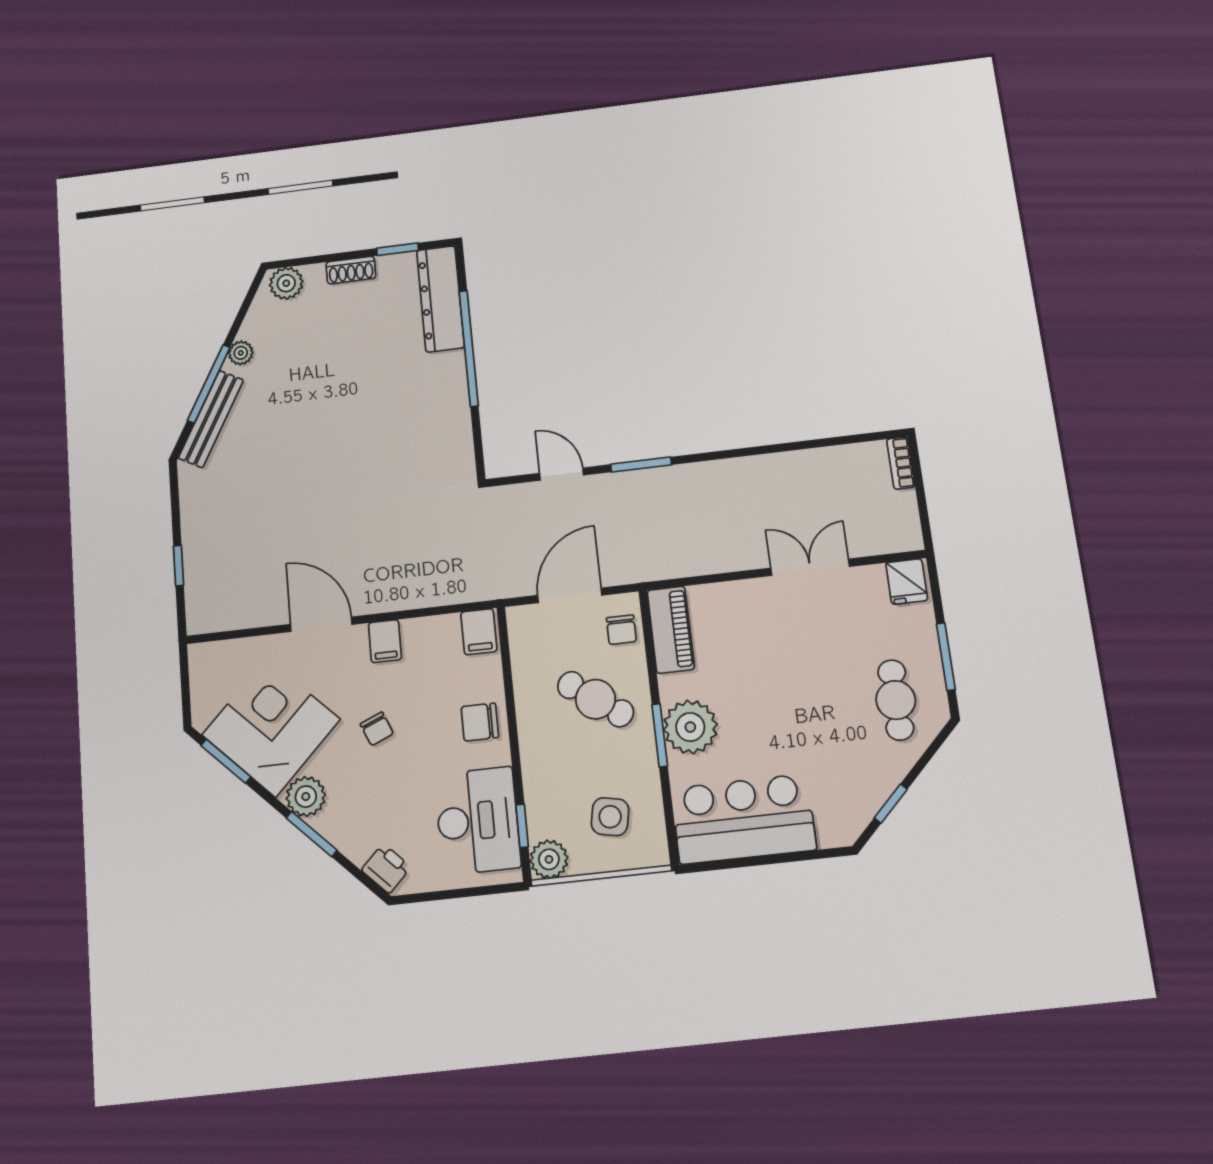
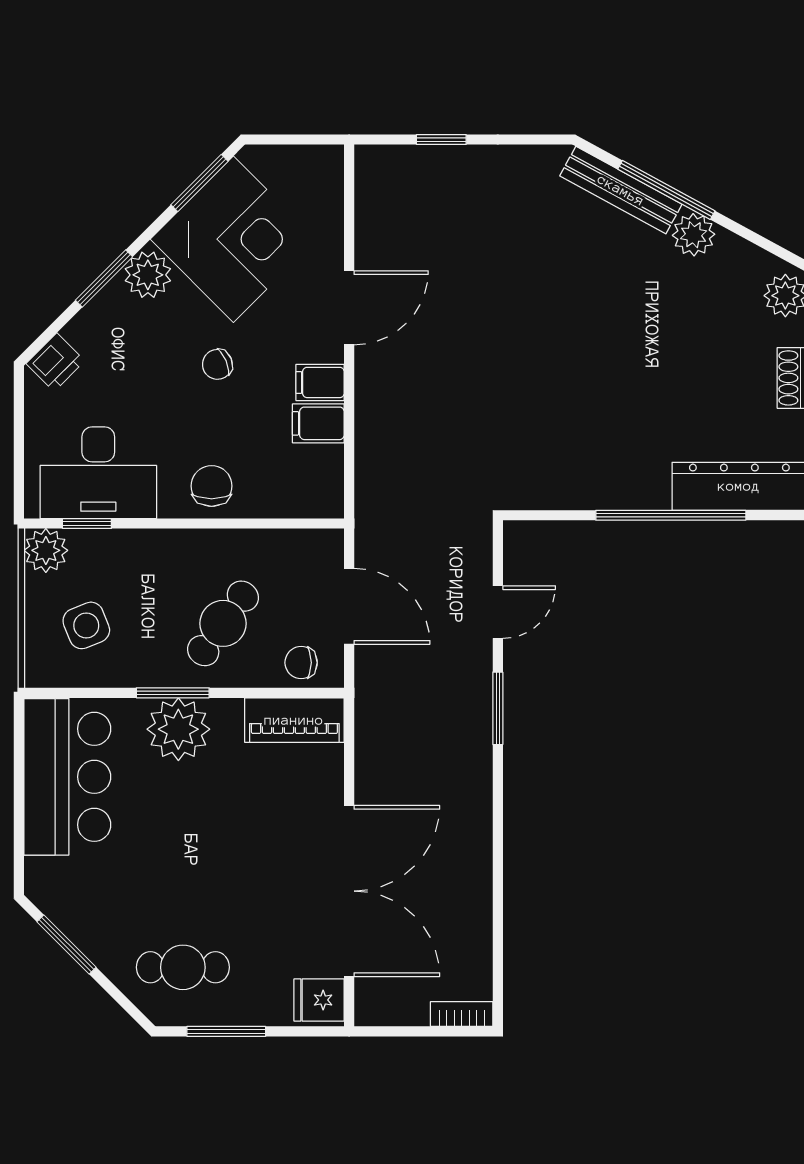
plant: (241, 353) -> (694, 235), width x1.38, depth x1.38
double door: (810, 567) -> (349, 891), width x1.87
filing cabinet: (479, 632) -> (318, 423), moved
window: (891, 804) -> (67, 945), width x1.50
side table: (610, 817) -> (86, 625), turned -33

